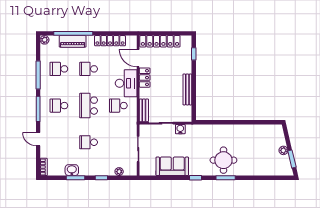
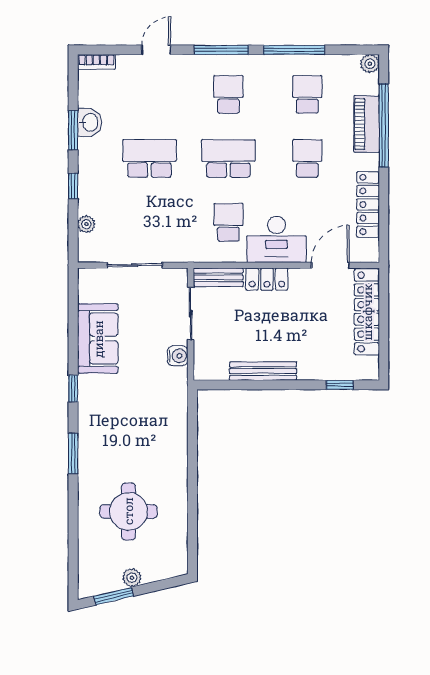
locker: (145, 78) -> (267, 279), moved
school desk: (89, 142) -> (149, 158), width x1.85
round table: (223, 160) -> (128, 511), moved

